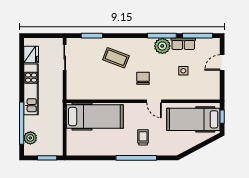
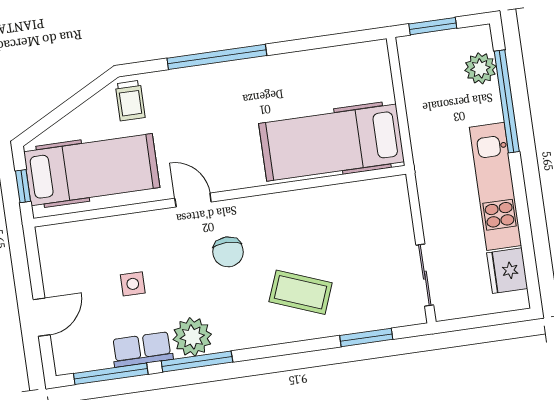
trolley: (143, 137) -> (130, 101), moved

